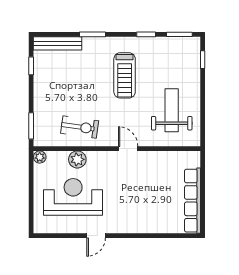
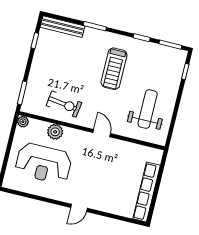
reception desk: (73, 197) -> (43, 163), turned 180
door: (96, 236) -> (79, 208), moved

